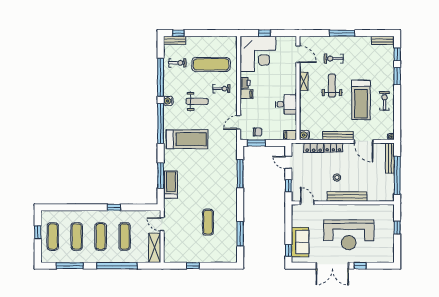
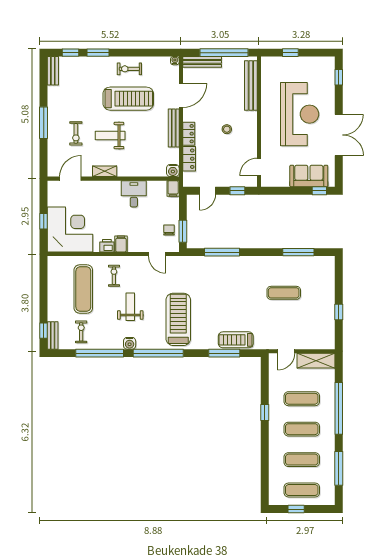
bench: (347, 196) -> (251, 86), moved
window: (360, 266) -> (339, 77), moved

